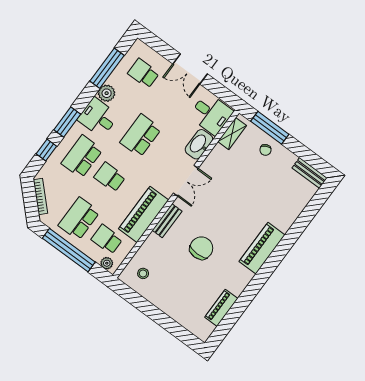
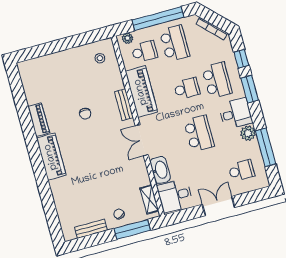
bench: (310, 173) -> (91, 229), moved
chair: (201, 248) -> (85, 114), width x0.54, depth x0.54
piano: (221, 308) -> (39, 120), moved

